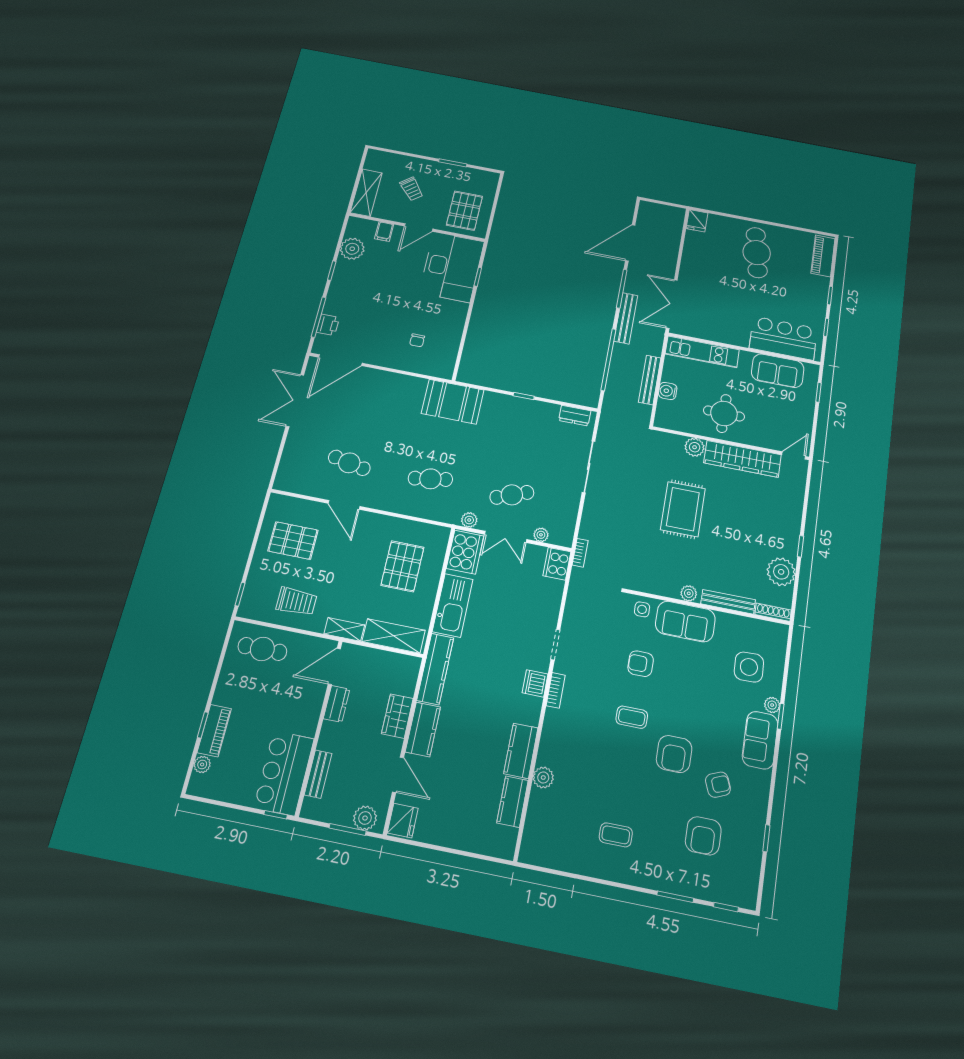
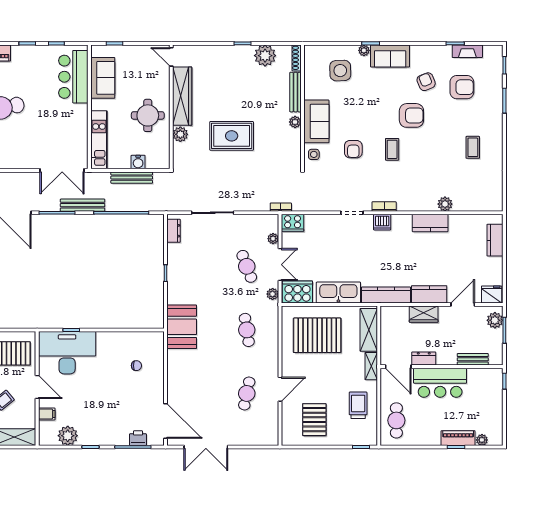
pallet: (402, 566) -> (317, 335), width x1.37, depth x1.41
bar counter: (284, 773) -> (440, 383), moved
kitchen counter: (513, 802) -> (495, 240), moved, turned 90
fireplace: (753, 854) -> (467, 51), added

